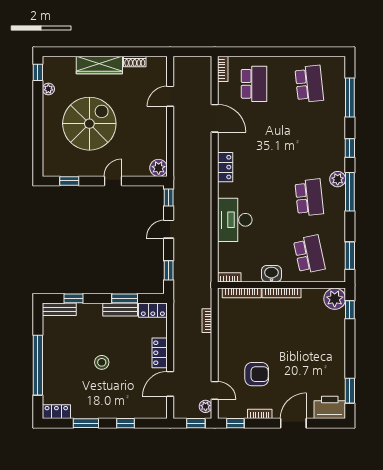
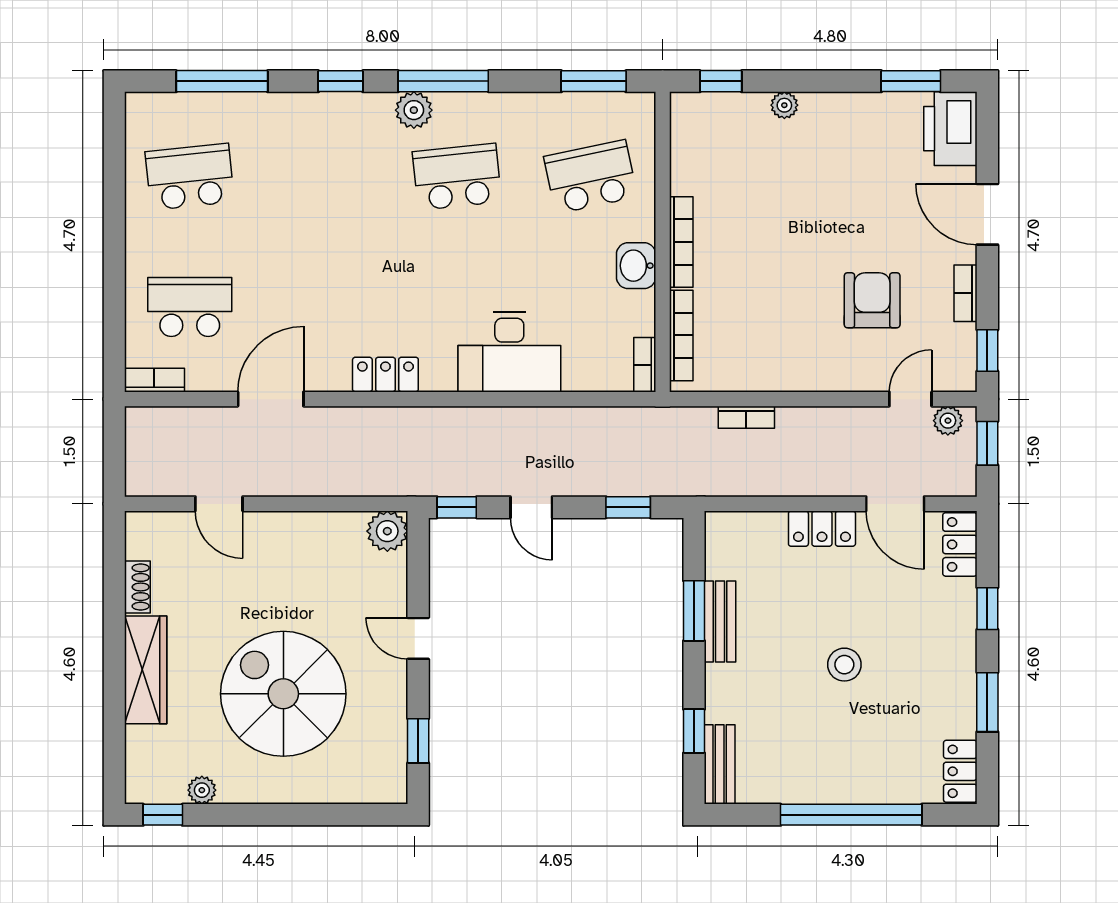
plant: (335, 299) -> (784, 105), moved, width x0.53, depth x0.53
locker: (153, 310) -> (960, 544), moved, turned 180

